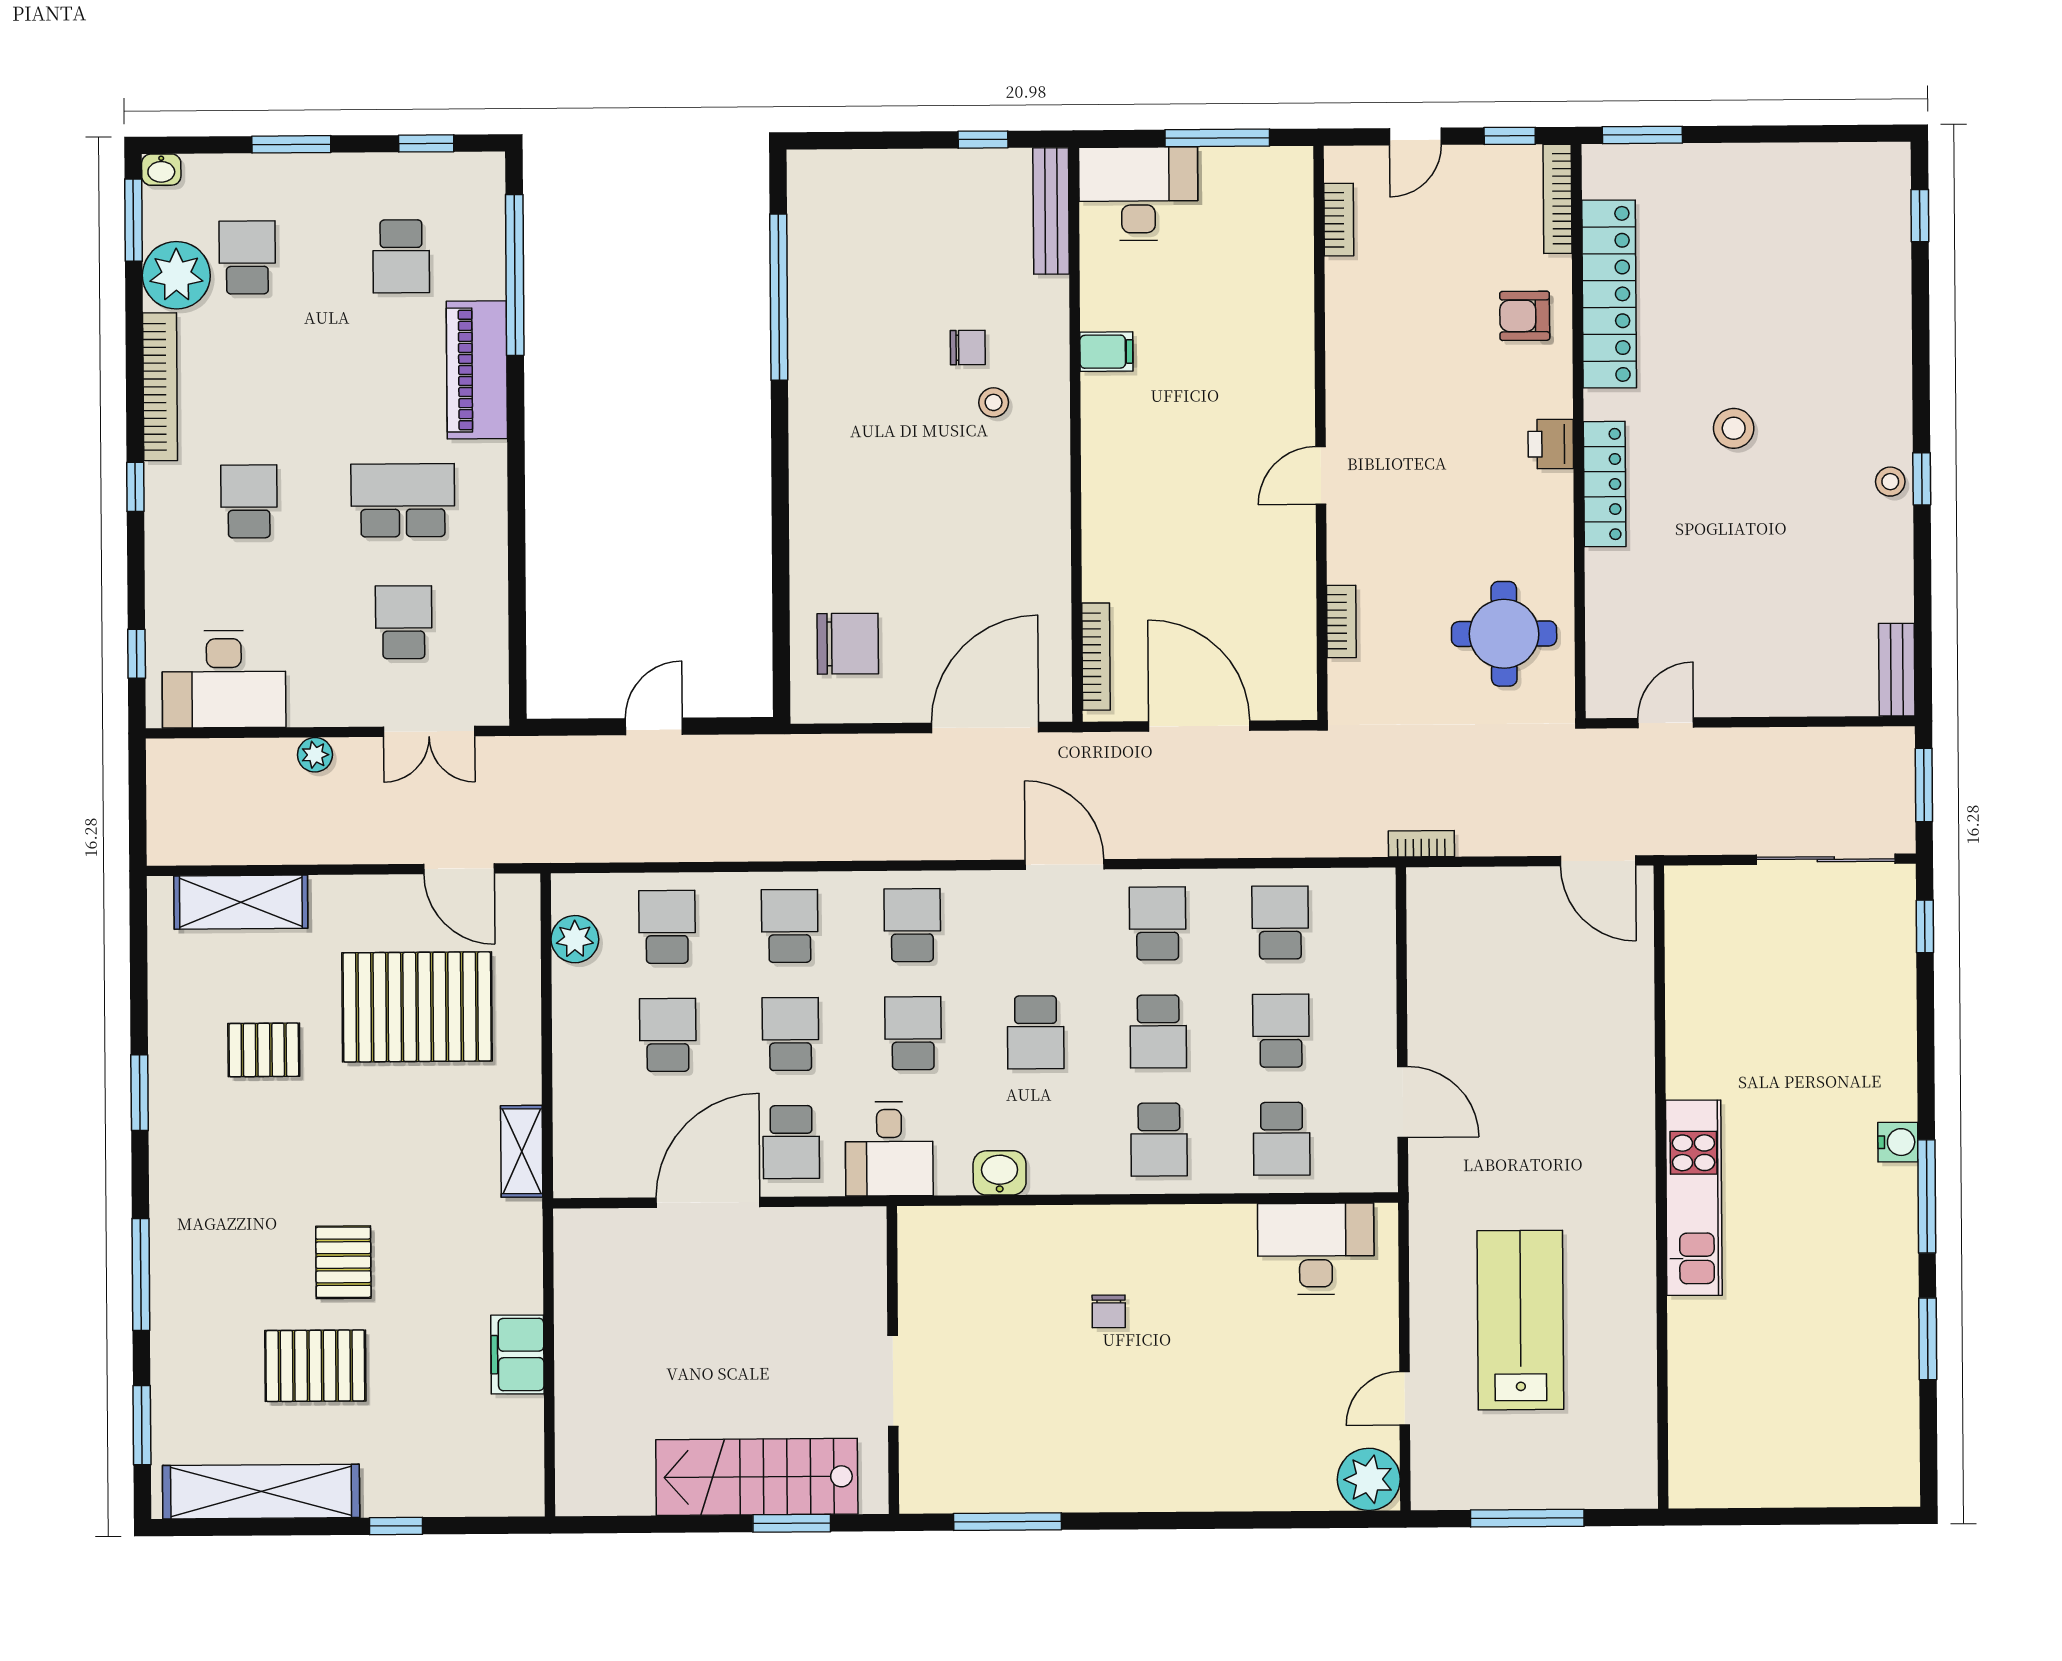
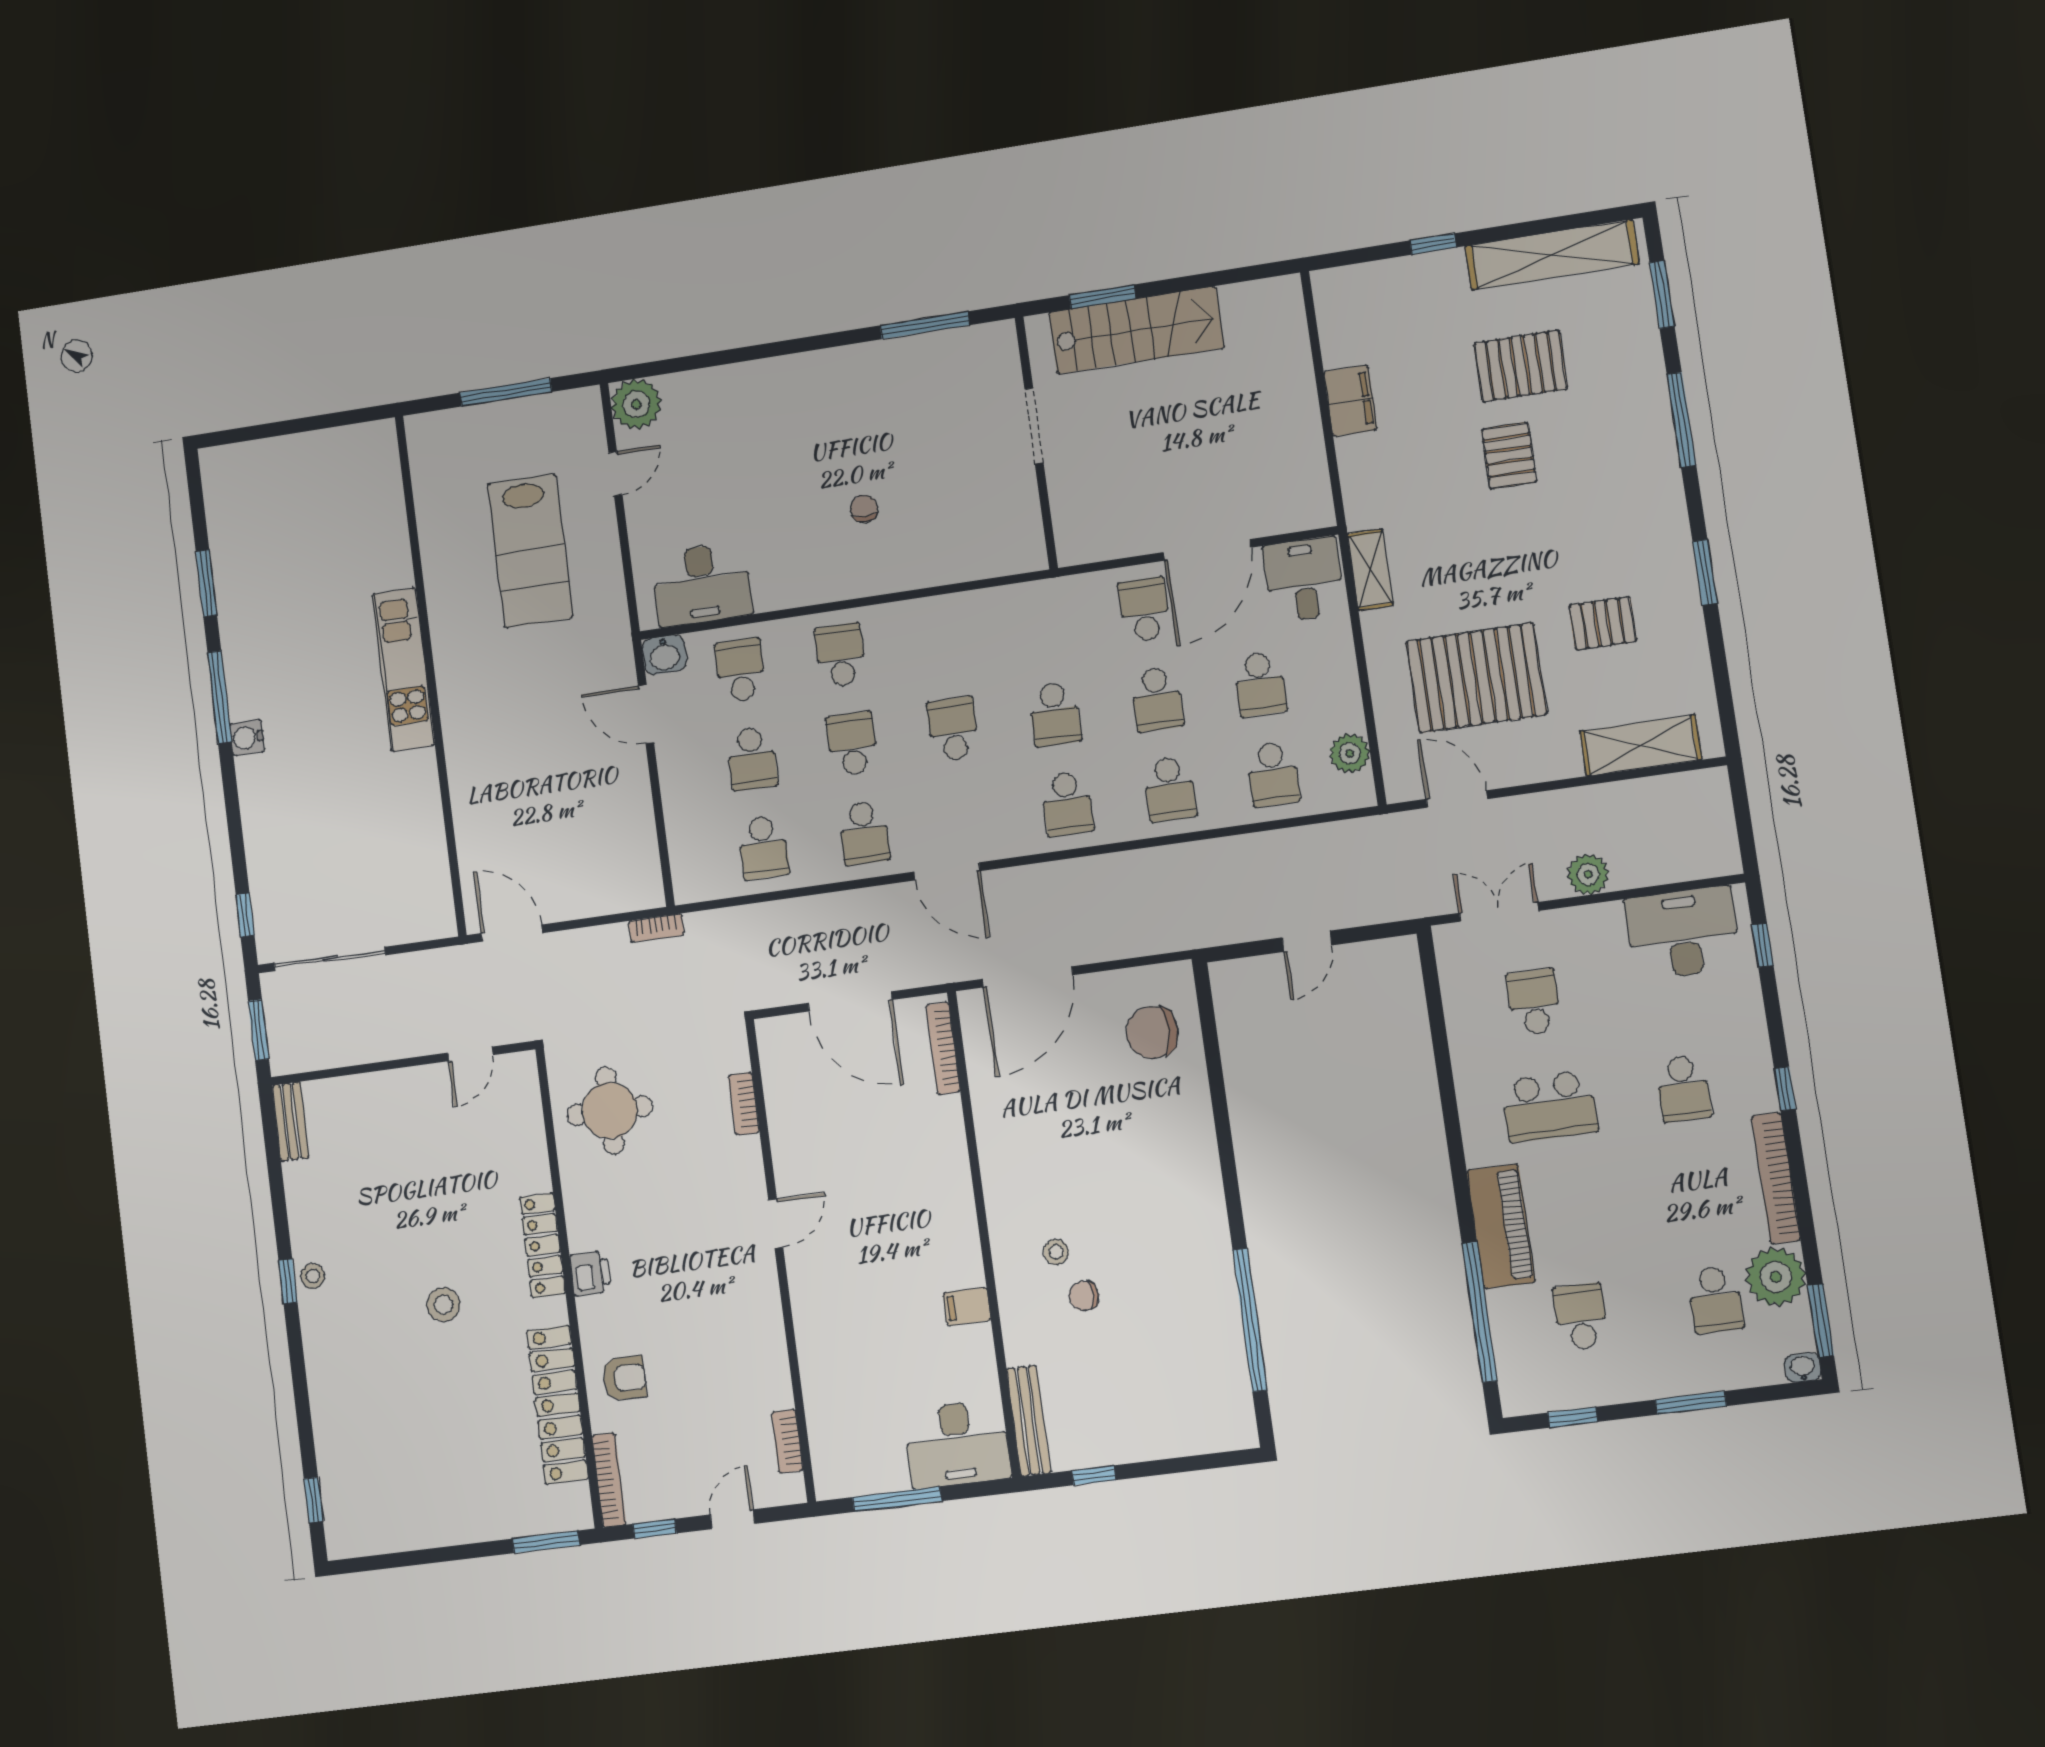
school desk: (404, 622) -> (1534, 1002), turned 180
plant: (315, 755) -> (1588, 874), width x1.38, depth x1.38
desk: (889, 1149) -> (1304, 580), moved
washbasin: (1000, 1173) -> (664, 655), moved

